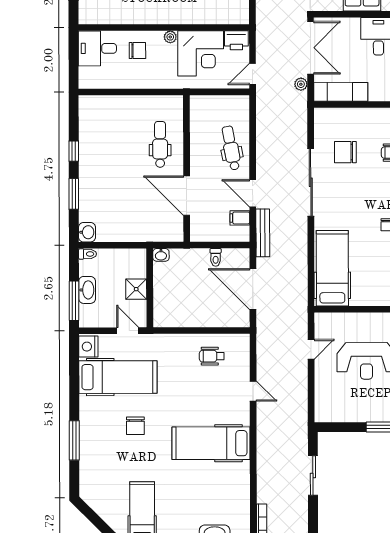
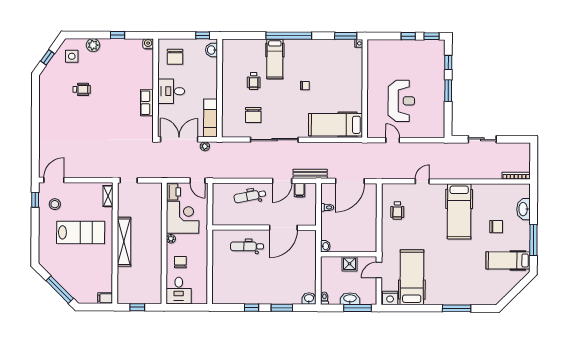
chair: (135, 426) -> (496, 227), moved

